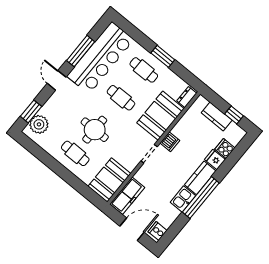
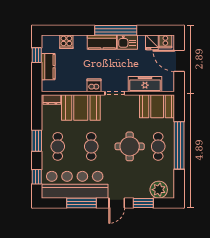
window: (133, 32) -> (37, 177), added
window: (31, 111) -> (143, 203), moved
fridge: (215, 160) -> (152, 42), moved
window: (62, 172) -> (179, 145), added
freezer: (127, 196) -> (145, 84), moved

